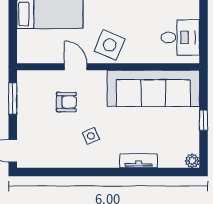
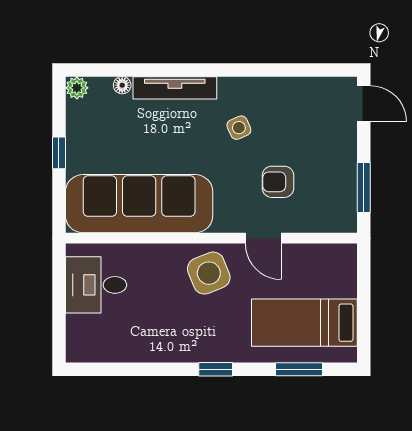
side table: (110, 45) -> (209, 273), turned 45
tv unit: (138, 161) -> (175, 88), width x1.41
floor lamp: (164, 162) -> (122, 85), added

